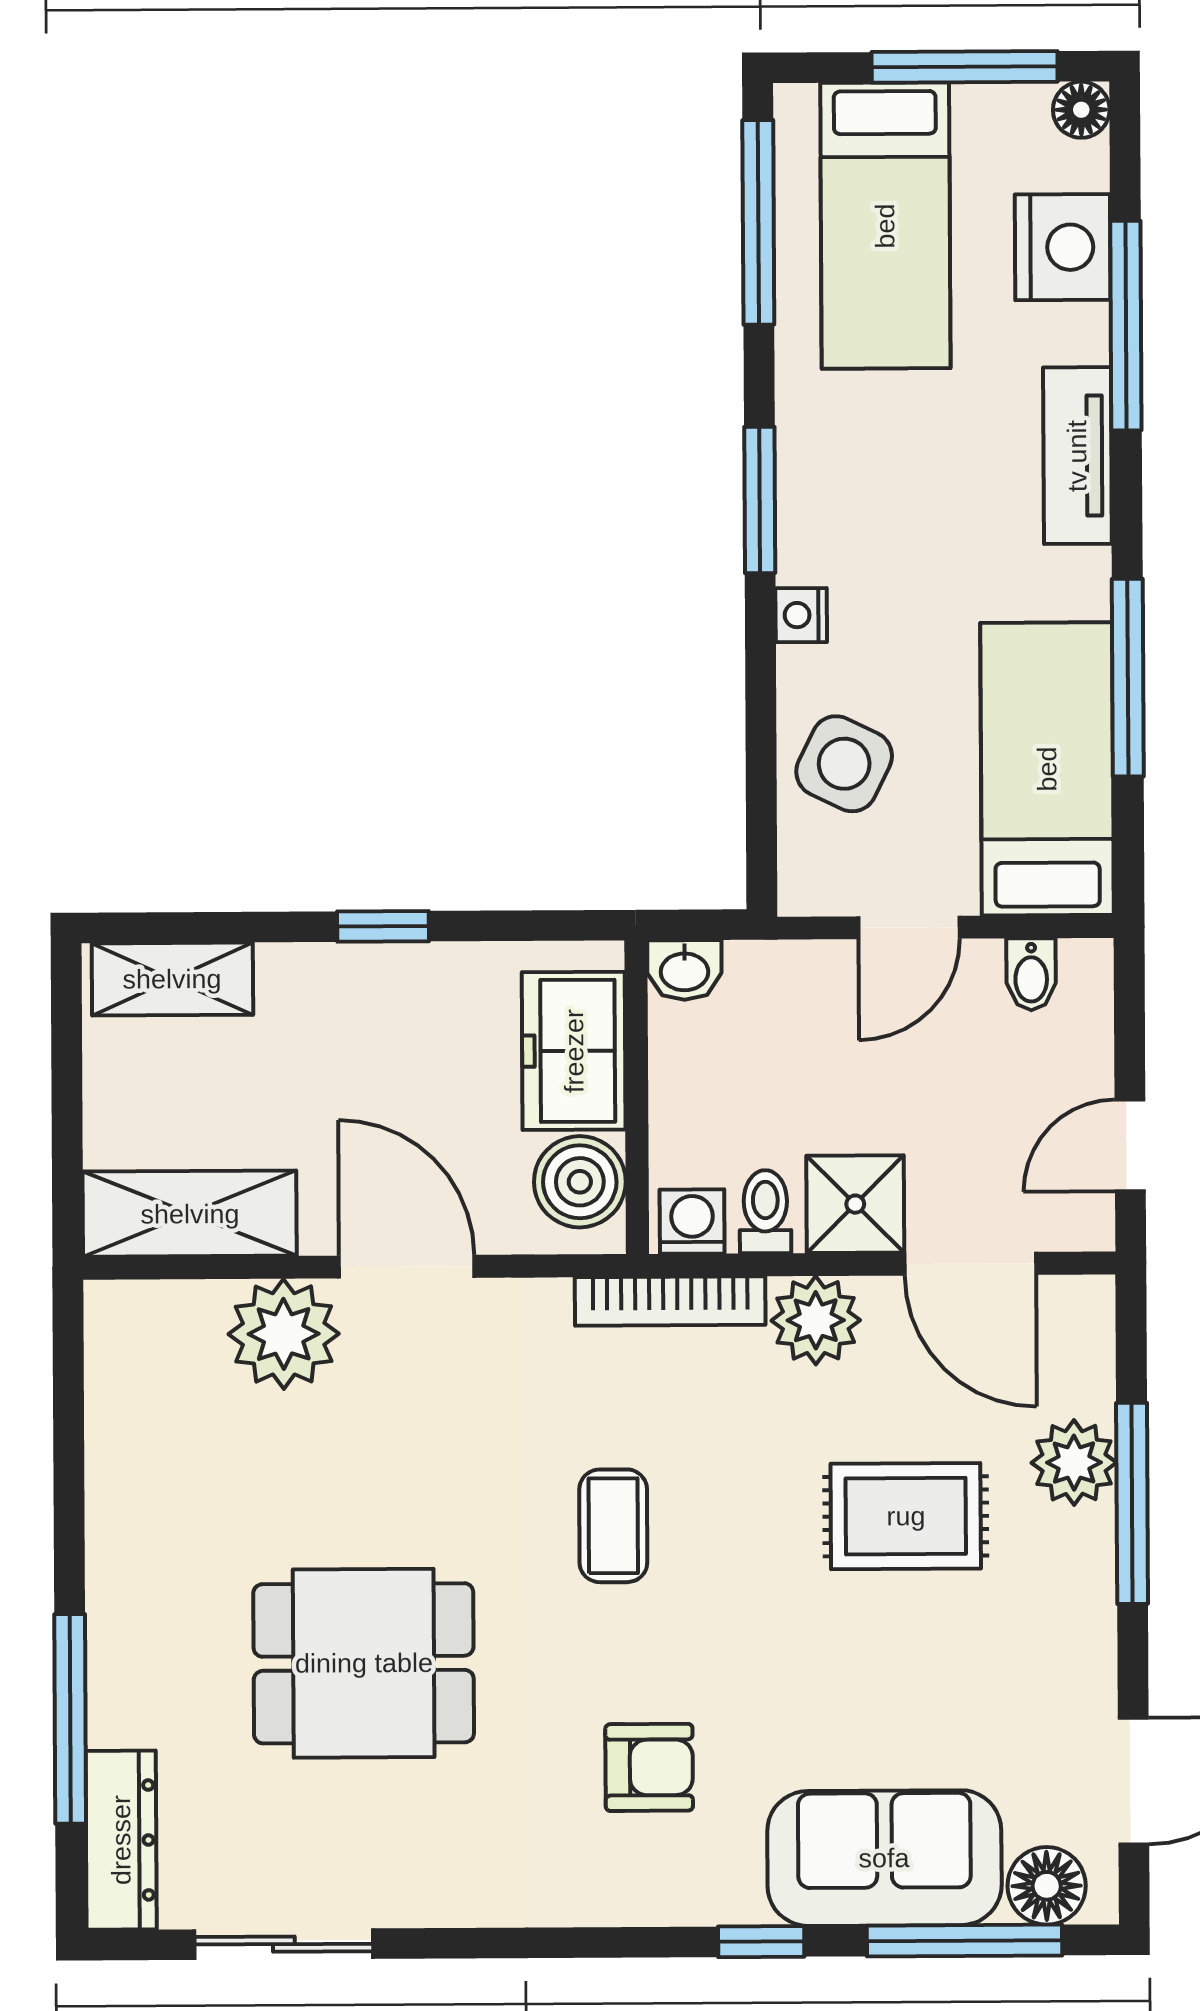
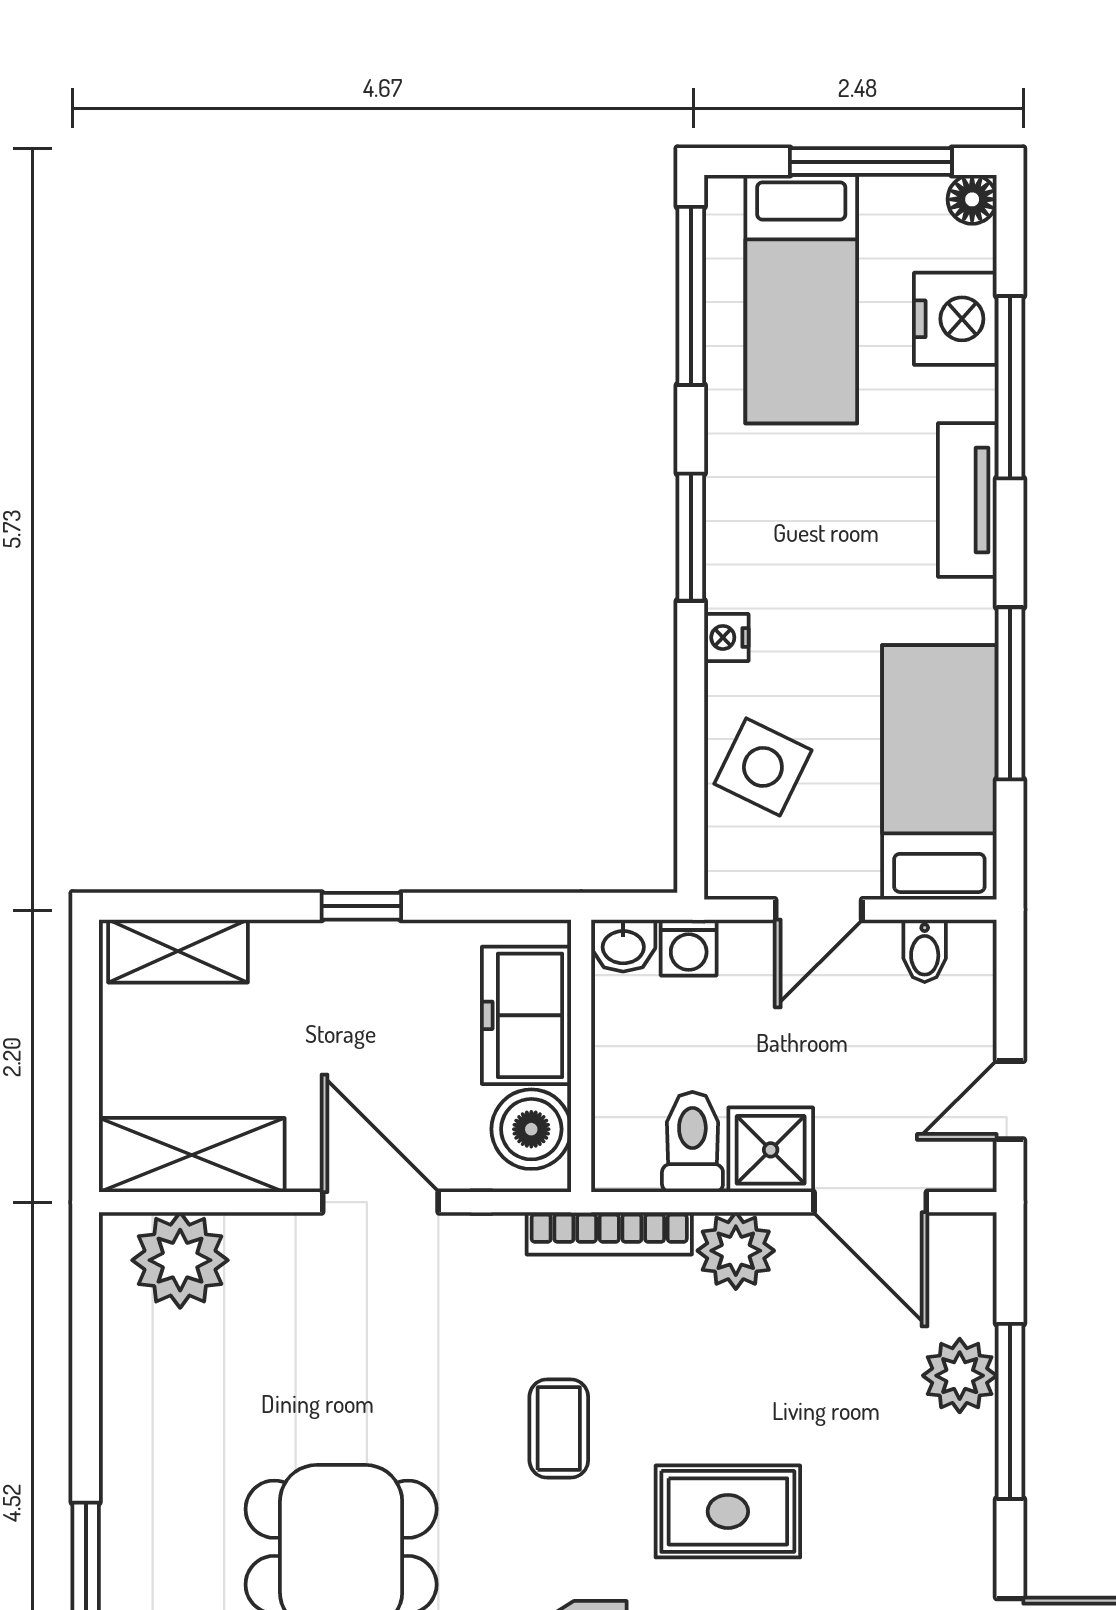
toilet: (765, 1212) -> (692, 1142), width x1.37, depth x1.39
washing machine: (692, 1222) -> (689, 948), moved, turned 180
plant: (284, 1334) -> (180, 1260), moved
rug: (906, 1516) -> (728, 1511), moved

